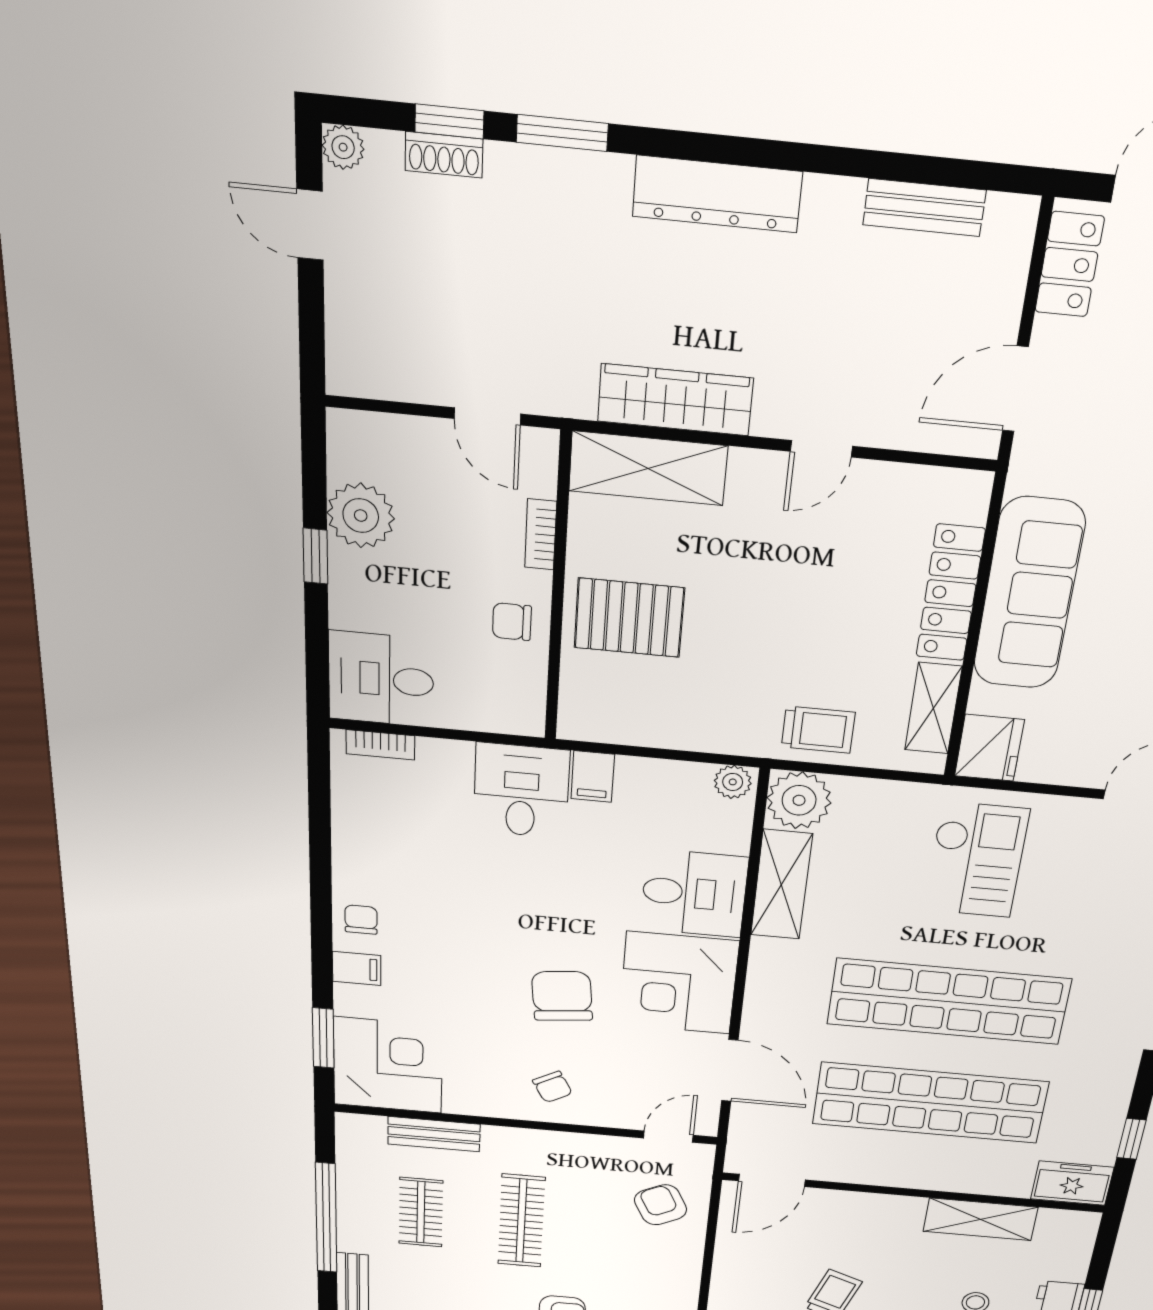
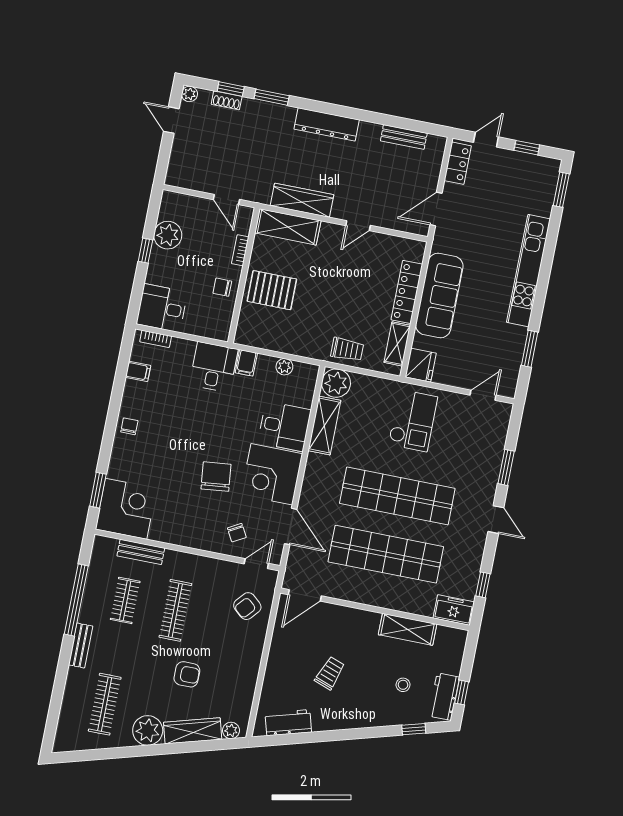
plant: (733, 782) -> (284, 367), moved
filing cabinet: (357, 968) -> (138, 371), moved
chair: (552, 1087) -> (237, 533), moved
armchair: (661, 1205) -> (247, 606), turned -112

